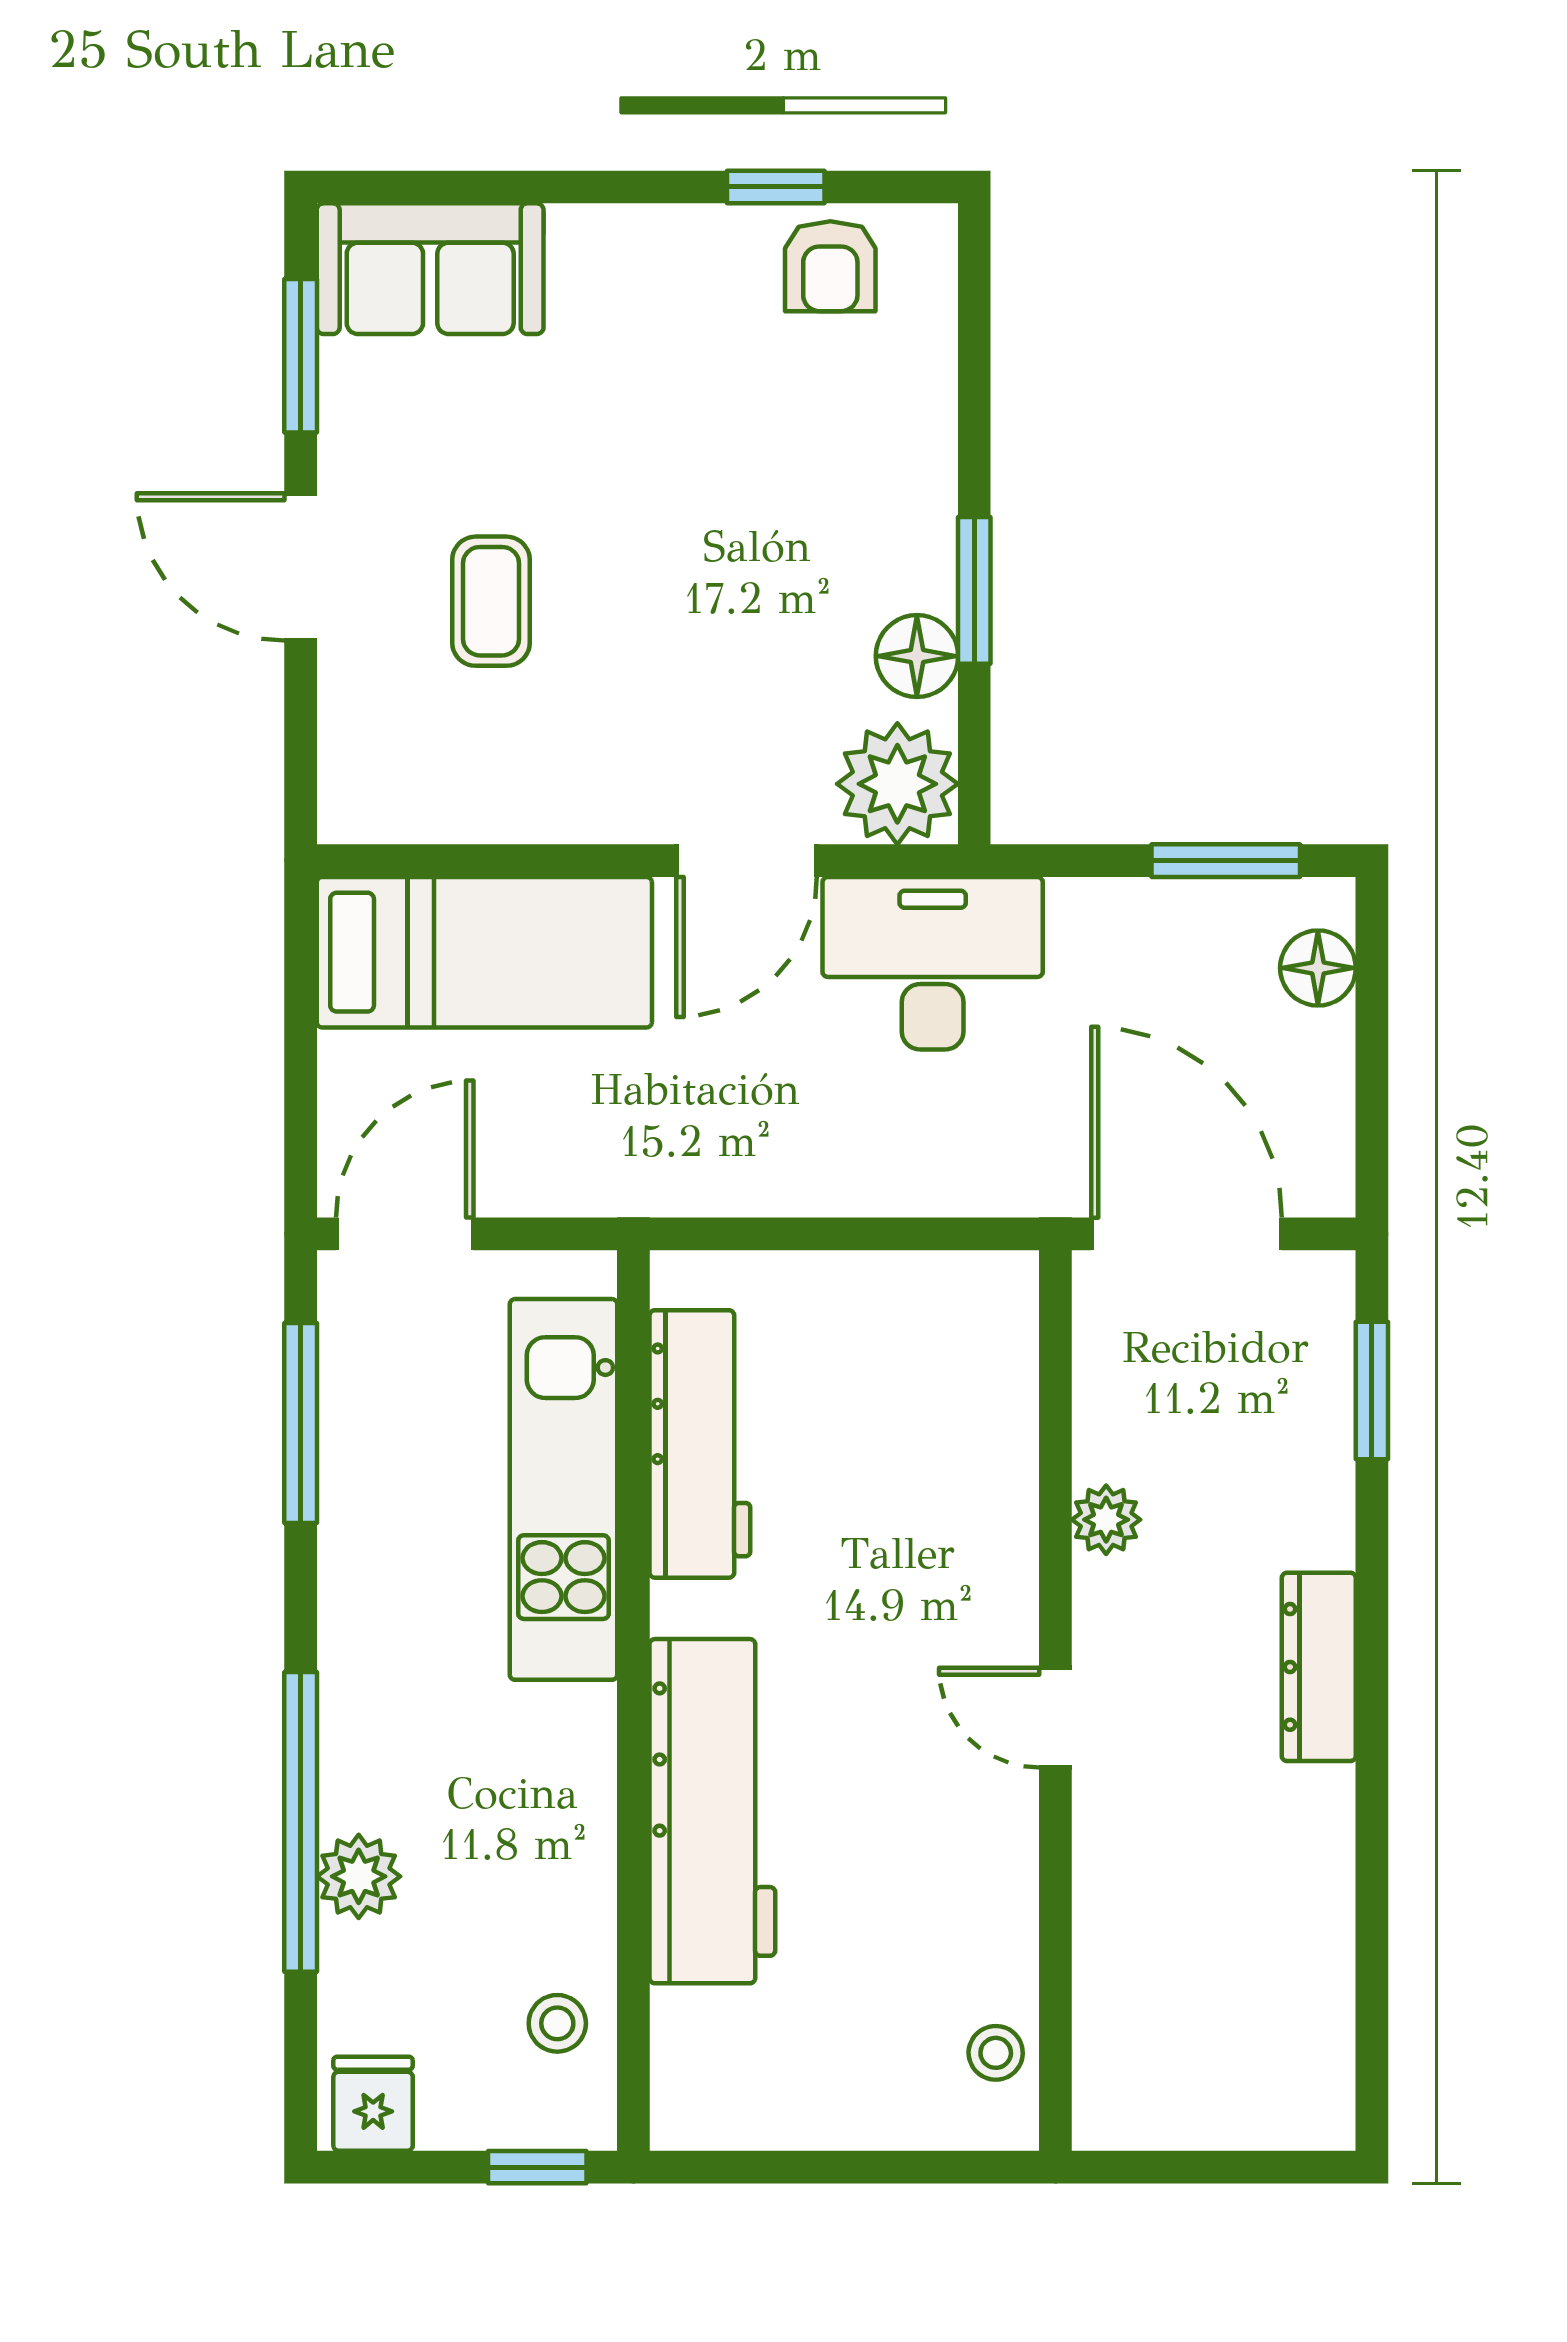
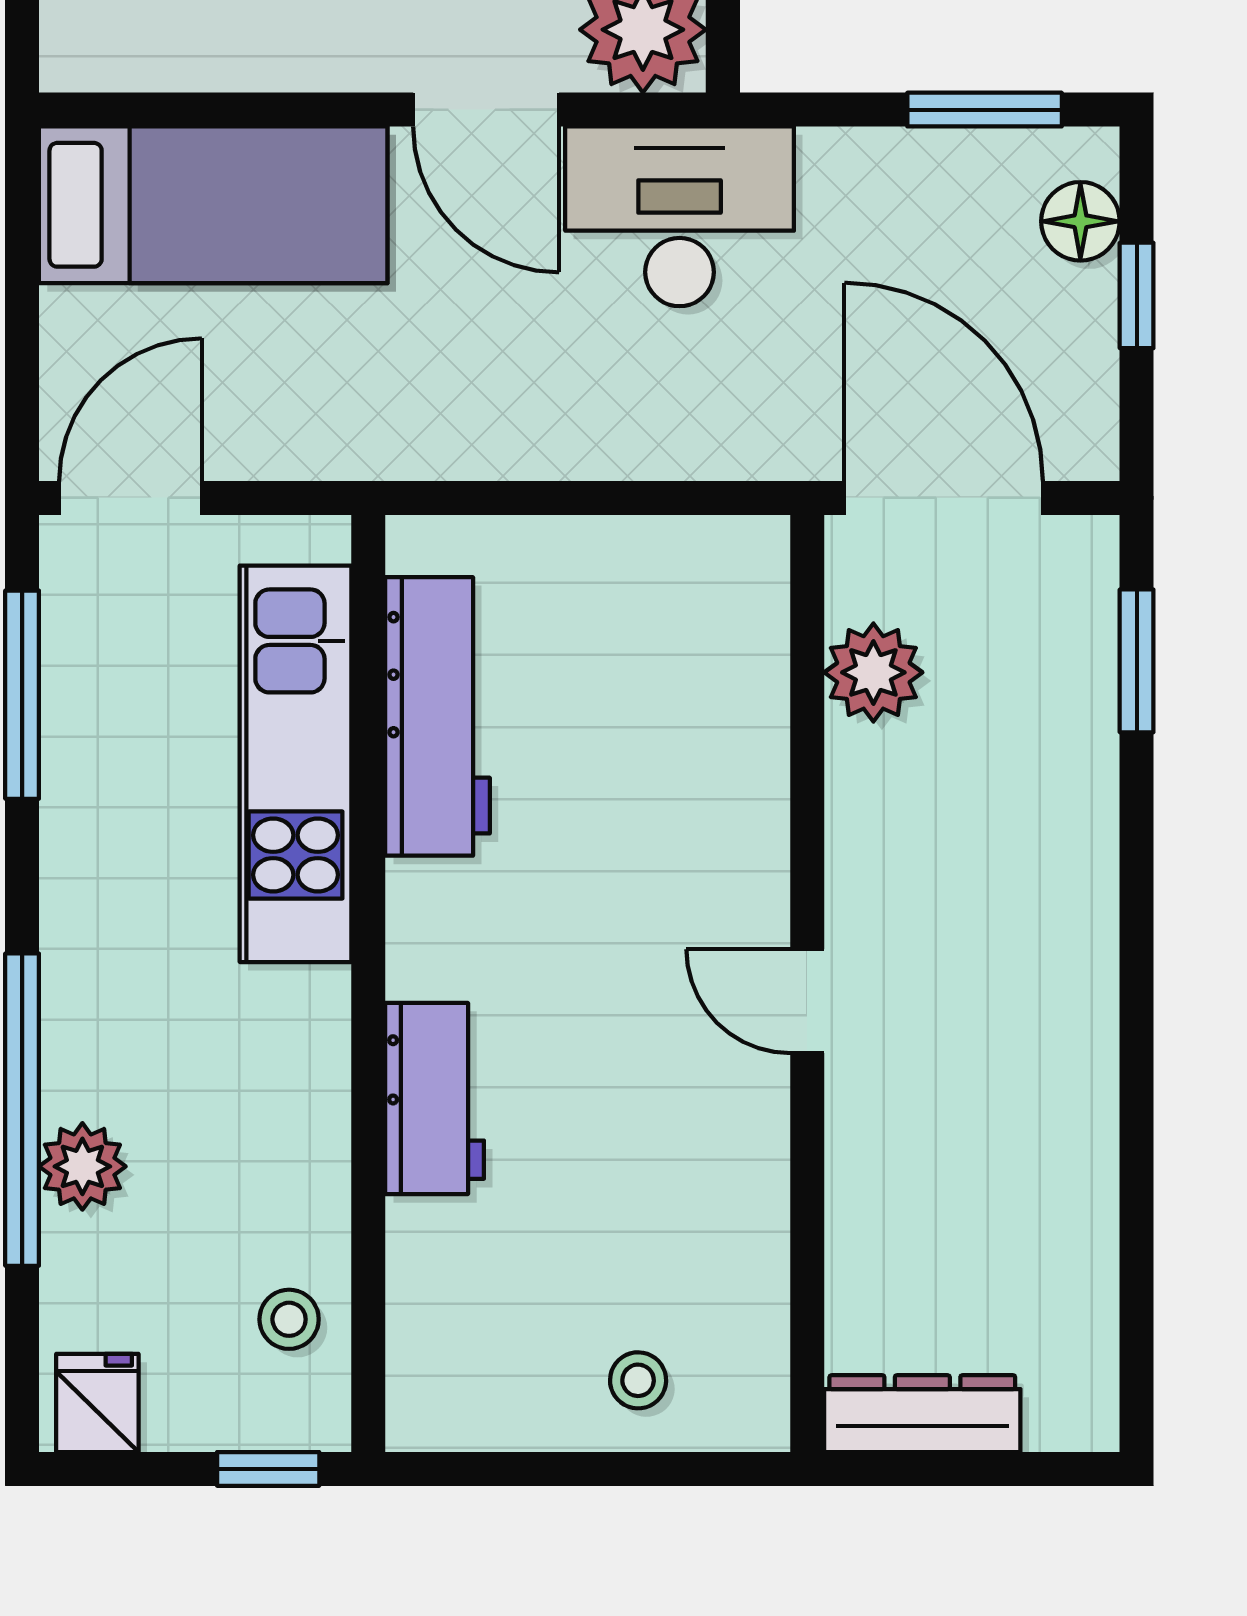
door: (747, 861) -> (486, 110), hinge flipped
window: (1372, 1039) -> (1137, 295), added
plant: (1106, 1520) -> (873, 672), moved, width x1.38, depth x1.38
dresser: (1319, 1667) -> (922, 1414), moved, turned 90
workbench: (712, 1811) -> (435, 1099), width x0.53, depth x0.76
stool: (996, 2053) -> (638, 1380), moved

